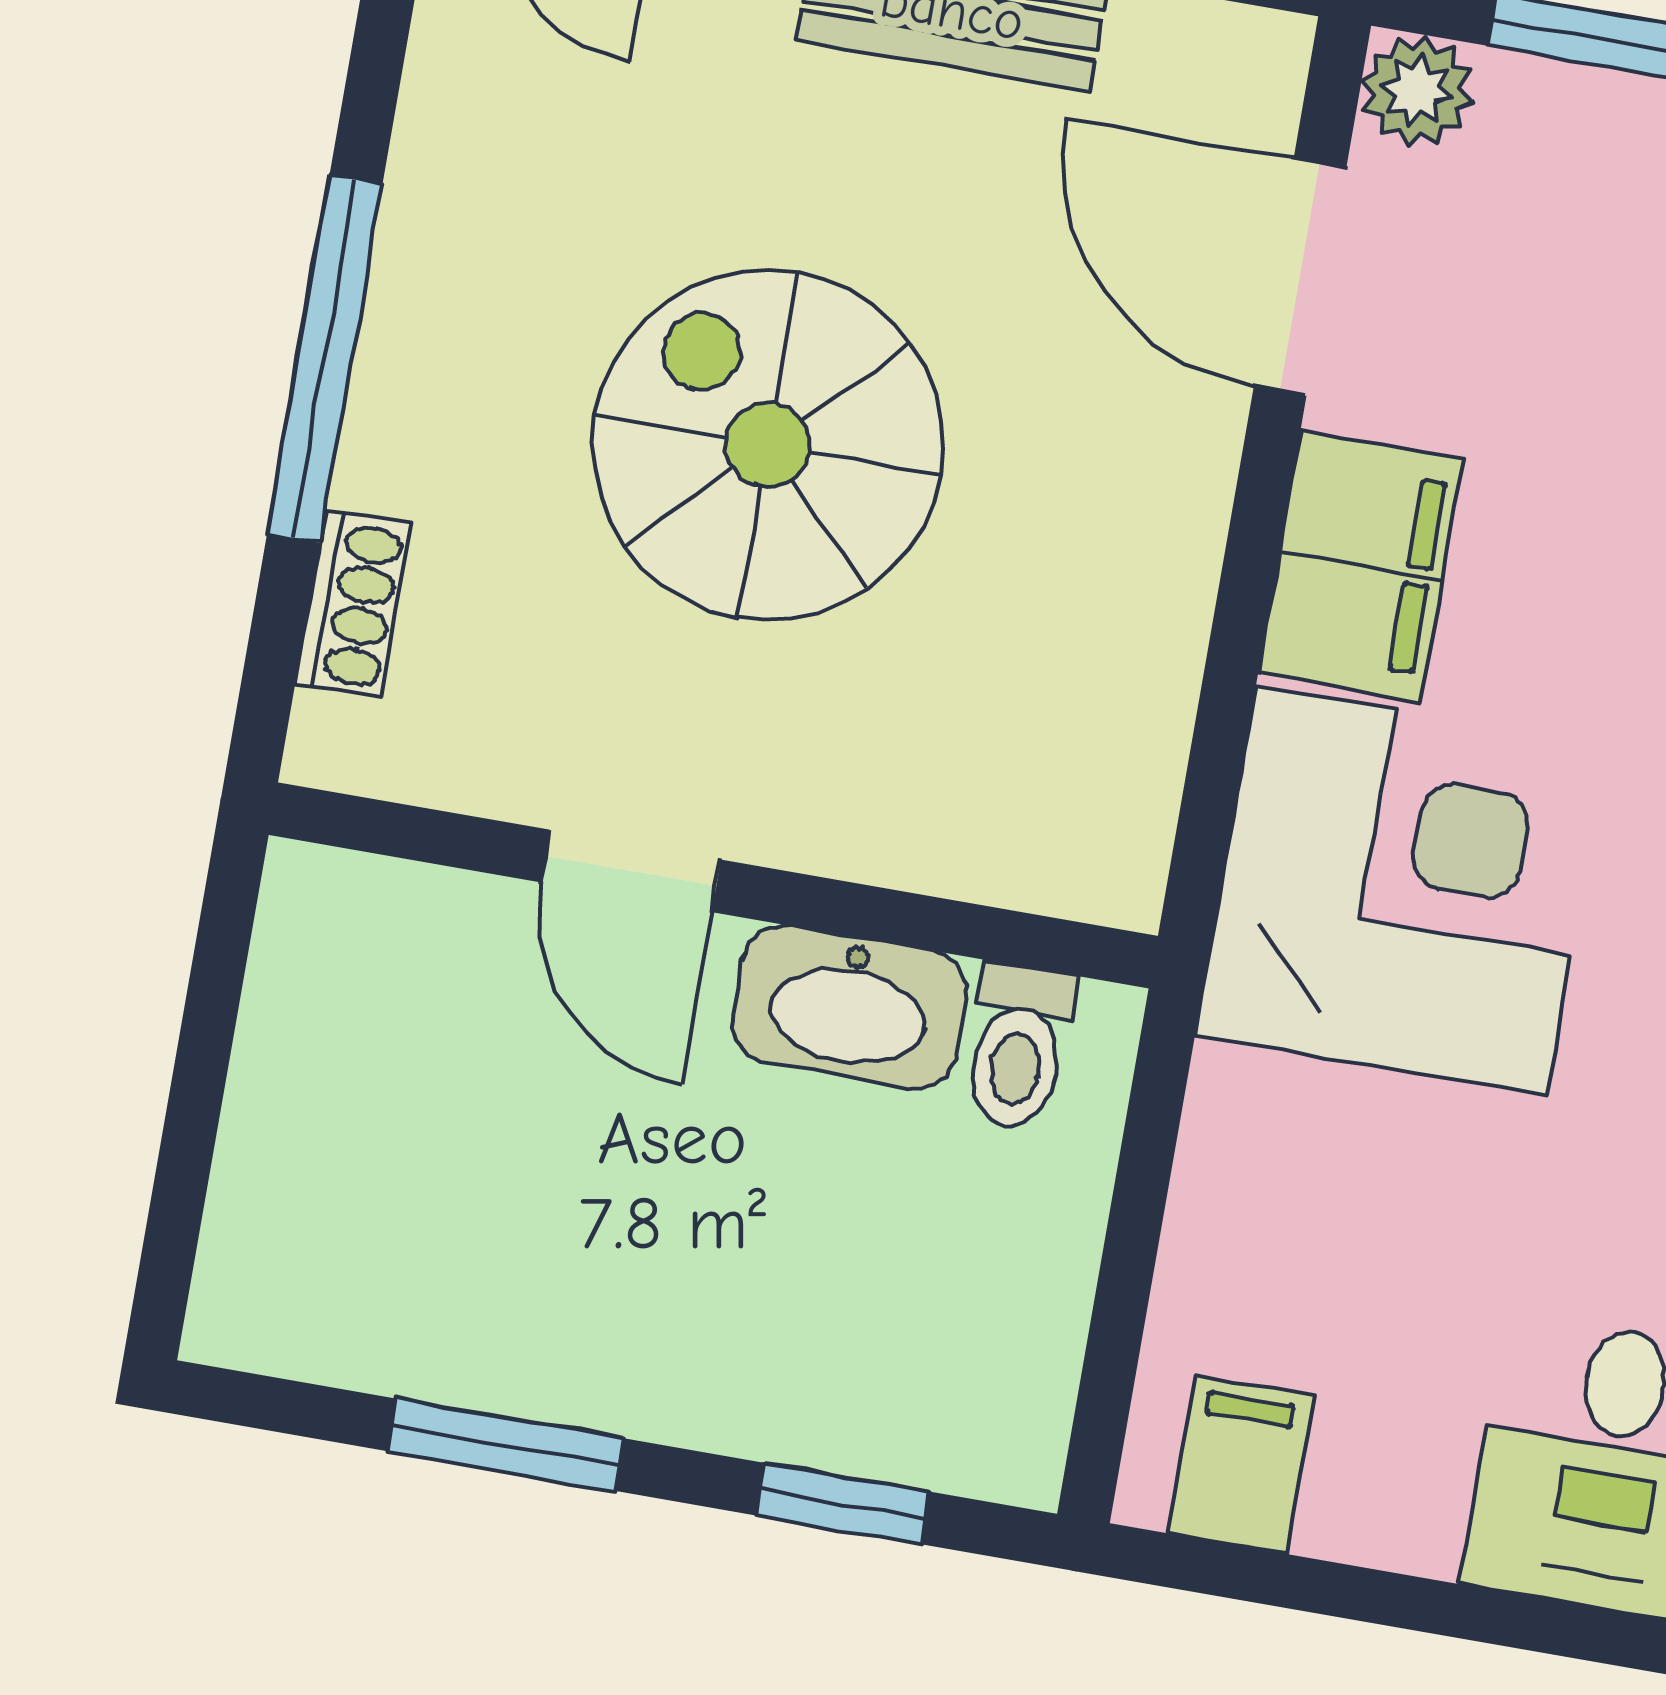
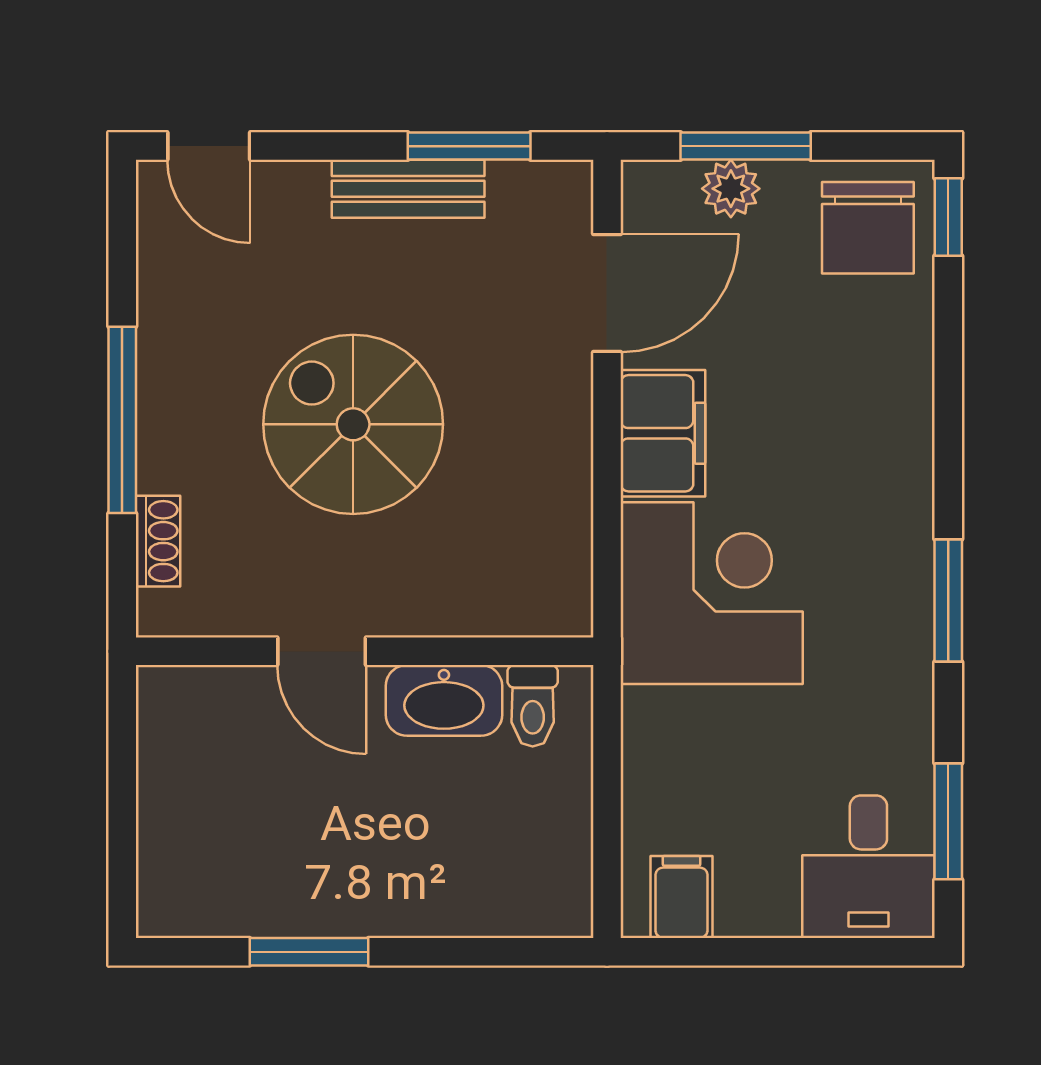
plant: (1417, 91) -> (731, 189), moved
door: (1300, 277) -> (607, 293), swing flipped
window: (842, 1503) -> (484, 952), removed

